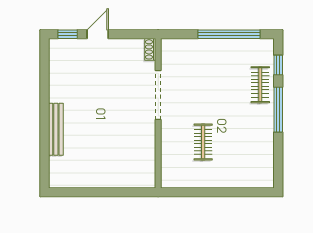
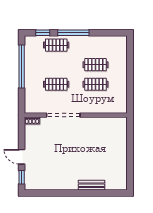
clothes rail: (203, 85) -> (56, 84), added
bench: (56, 129) -> (91, 185), width x0.73
clothes rail: (232, 142) -> (95, 65), added

